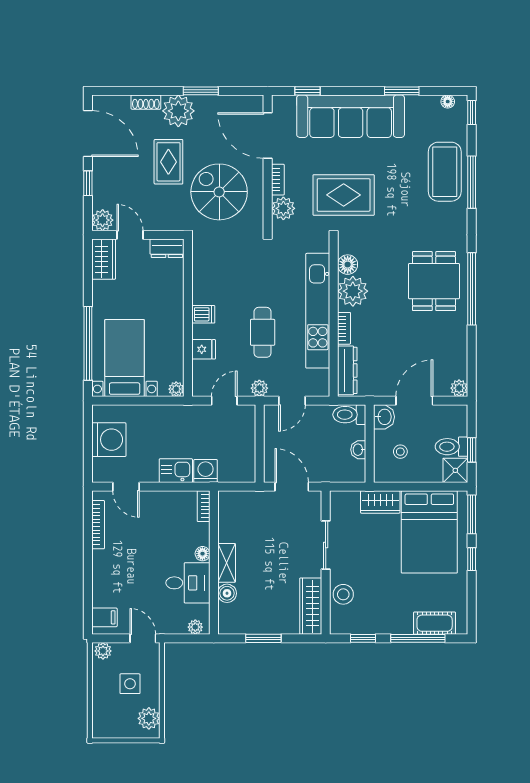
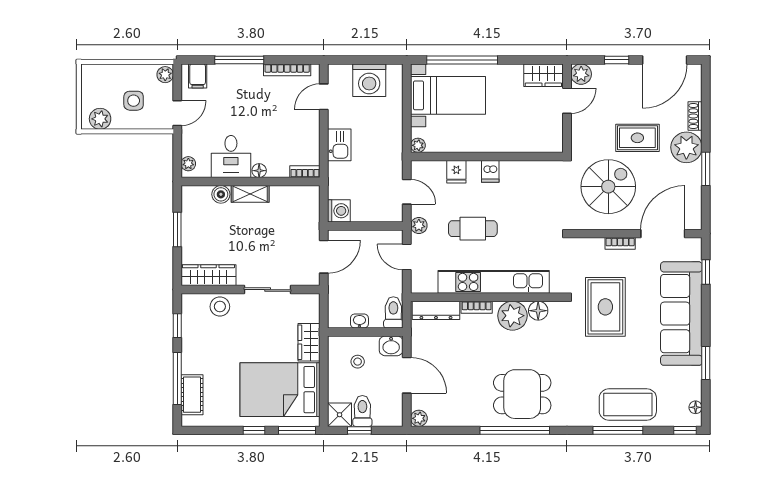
plant: (283, 208) -> (592, 249), removed
dresser: (167, 248) -> (554, 136), removed
washing machine: (206, 471) -> (339, 211), moved
window: (88, 574) -> (239, 60), added

